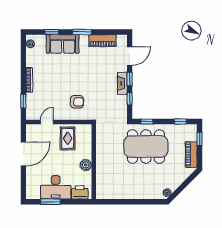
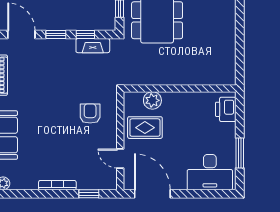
fireplace: (122, 83) -> (93, 46), moved
door: (23, 154) -> (152, 194), moved
plant: (86, 165) -> (152, 100), moved
desk: (56, 187) -> (210, 172), moved, turned 90

